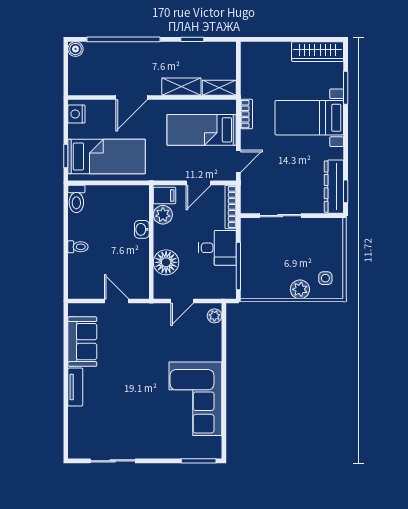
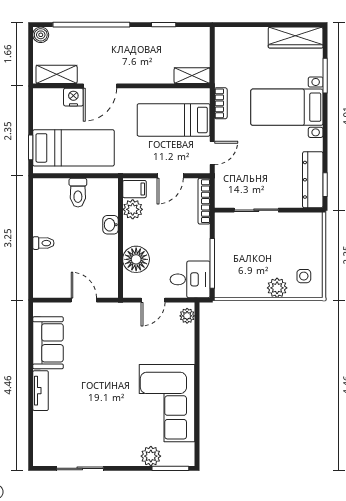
shelving: (181, 87) -> (57, 74), moved
nightstand: (76, 114) -> (73, 97), moved, turned 90
toilet: (76, 199) -> (78, 193), moved
desk: (217, 248) -> (190, 279), moved
plant: (180, 449) -> (151, 456), added

